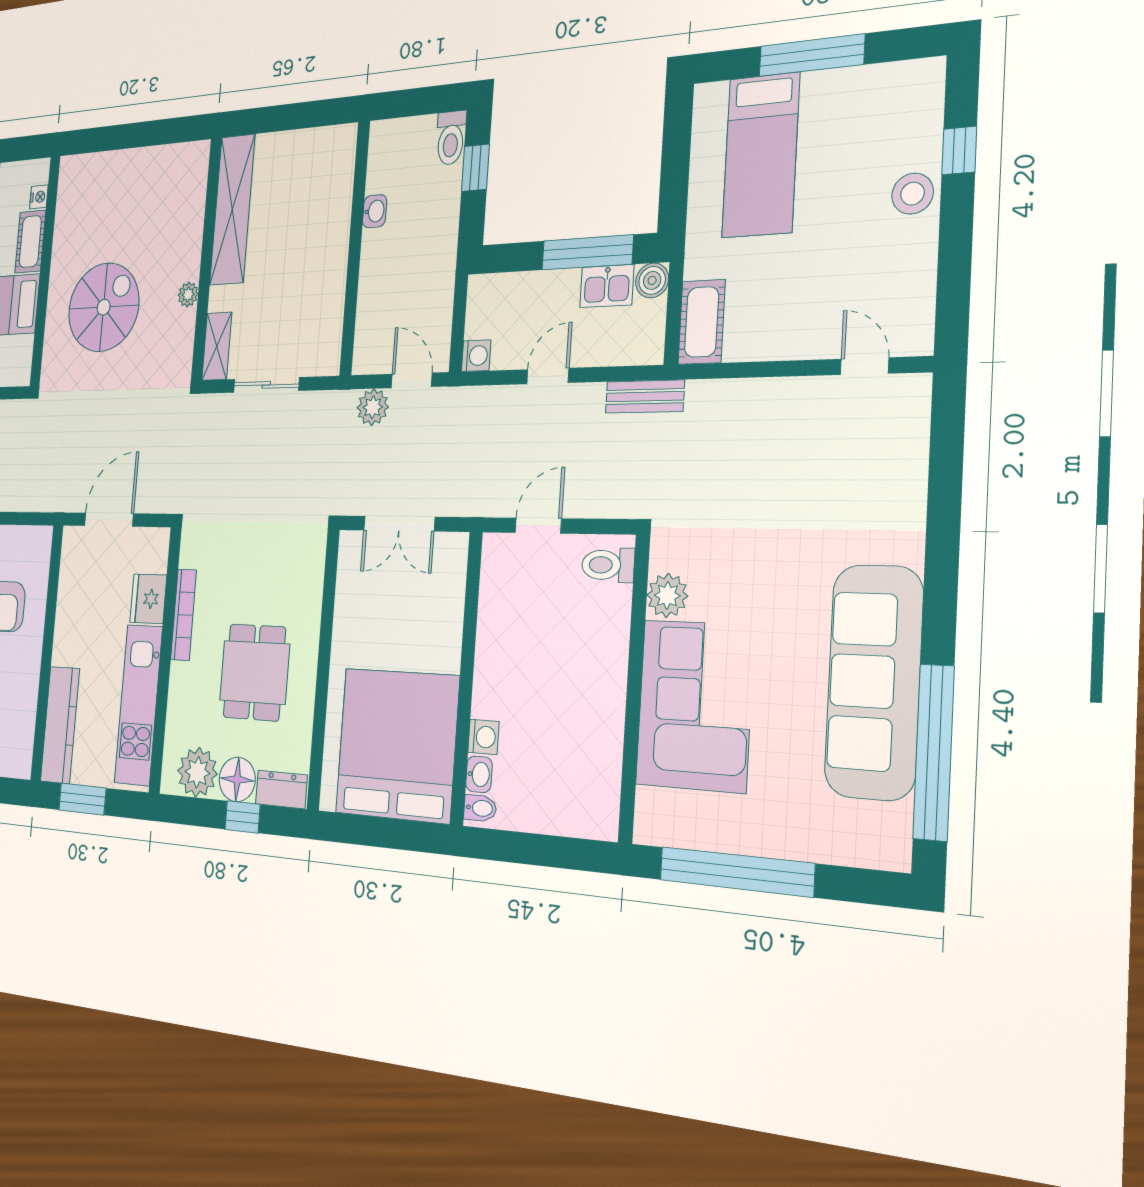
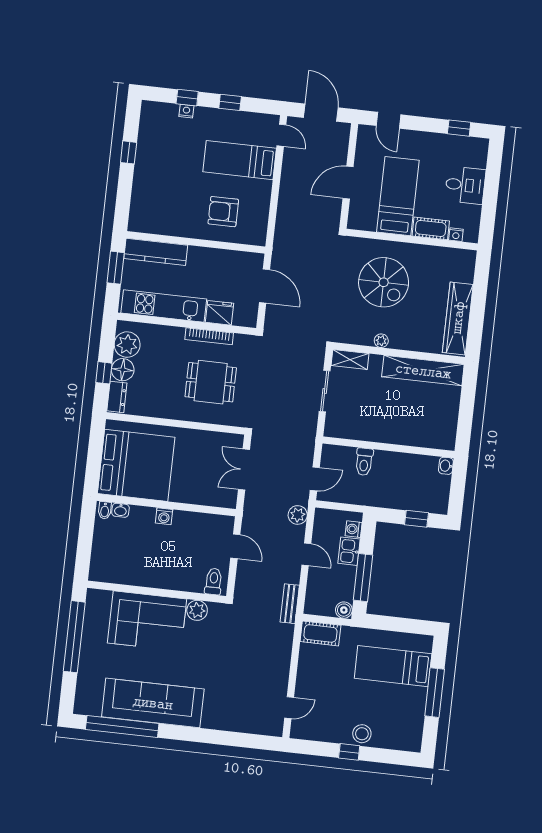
toilet: (451, 138) -> (364, 462), moved, turned -90
window: (959, 150) -> (349, 752), moved
wardrobe: (155, 166) -> (458, 318), added
washbasin: (375, 211) -> (446, 466), moved, turned 90
kitchen sink: (607, 286) -> (349, 551), moved
washing machine: (476, 356) -> (354, 529), moved, turned 90
plant: (373, 407) -> (298, 515), moved
dining table: (254, 672) -> (211, 382), moved
washing machine: (483, 737) -> (164, 516), moved

